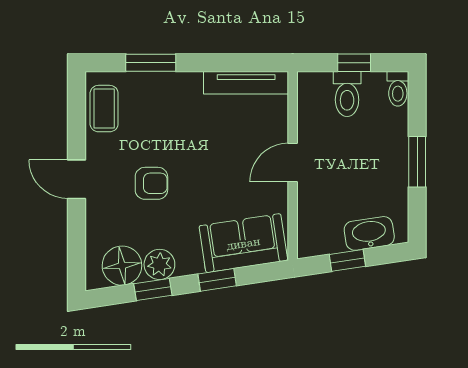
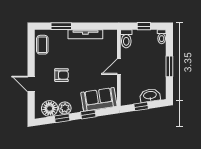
tv unit: (246, 83) -> (85, 34), moved
toilet: (347, 94) -> (126, 39), moved
door: (76, 179) -> (31, 84), moved

